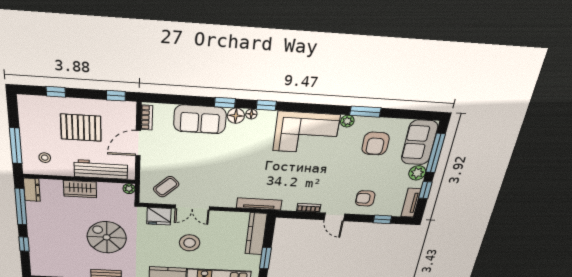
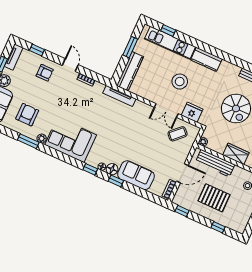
double door: (192, 207) -> (166, 111), swing flipped

